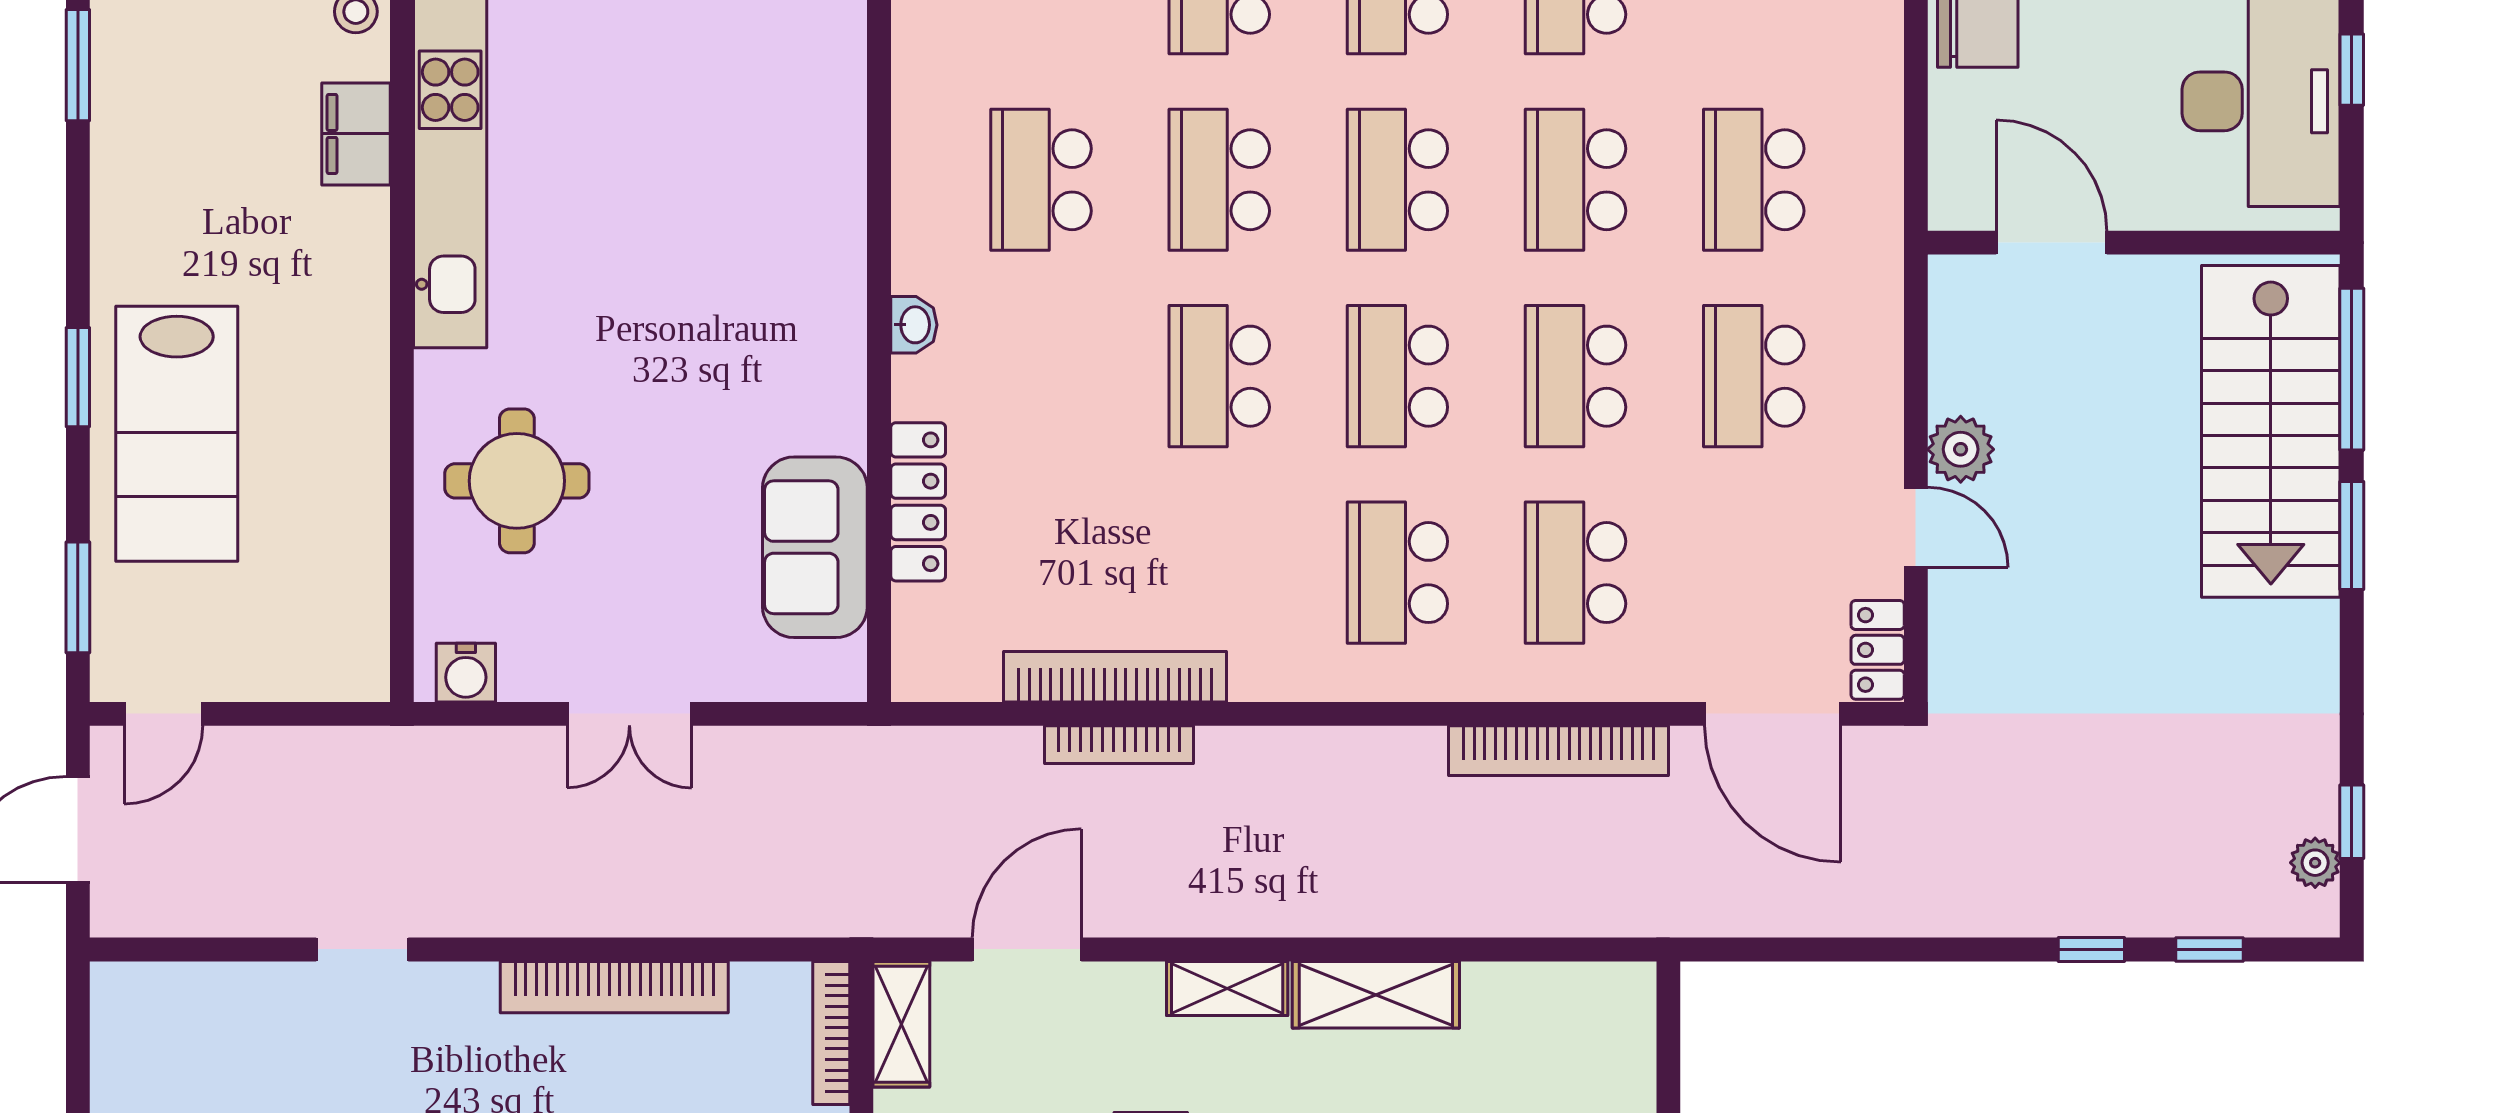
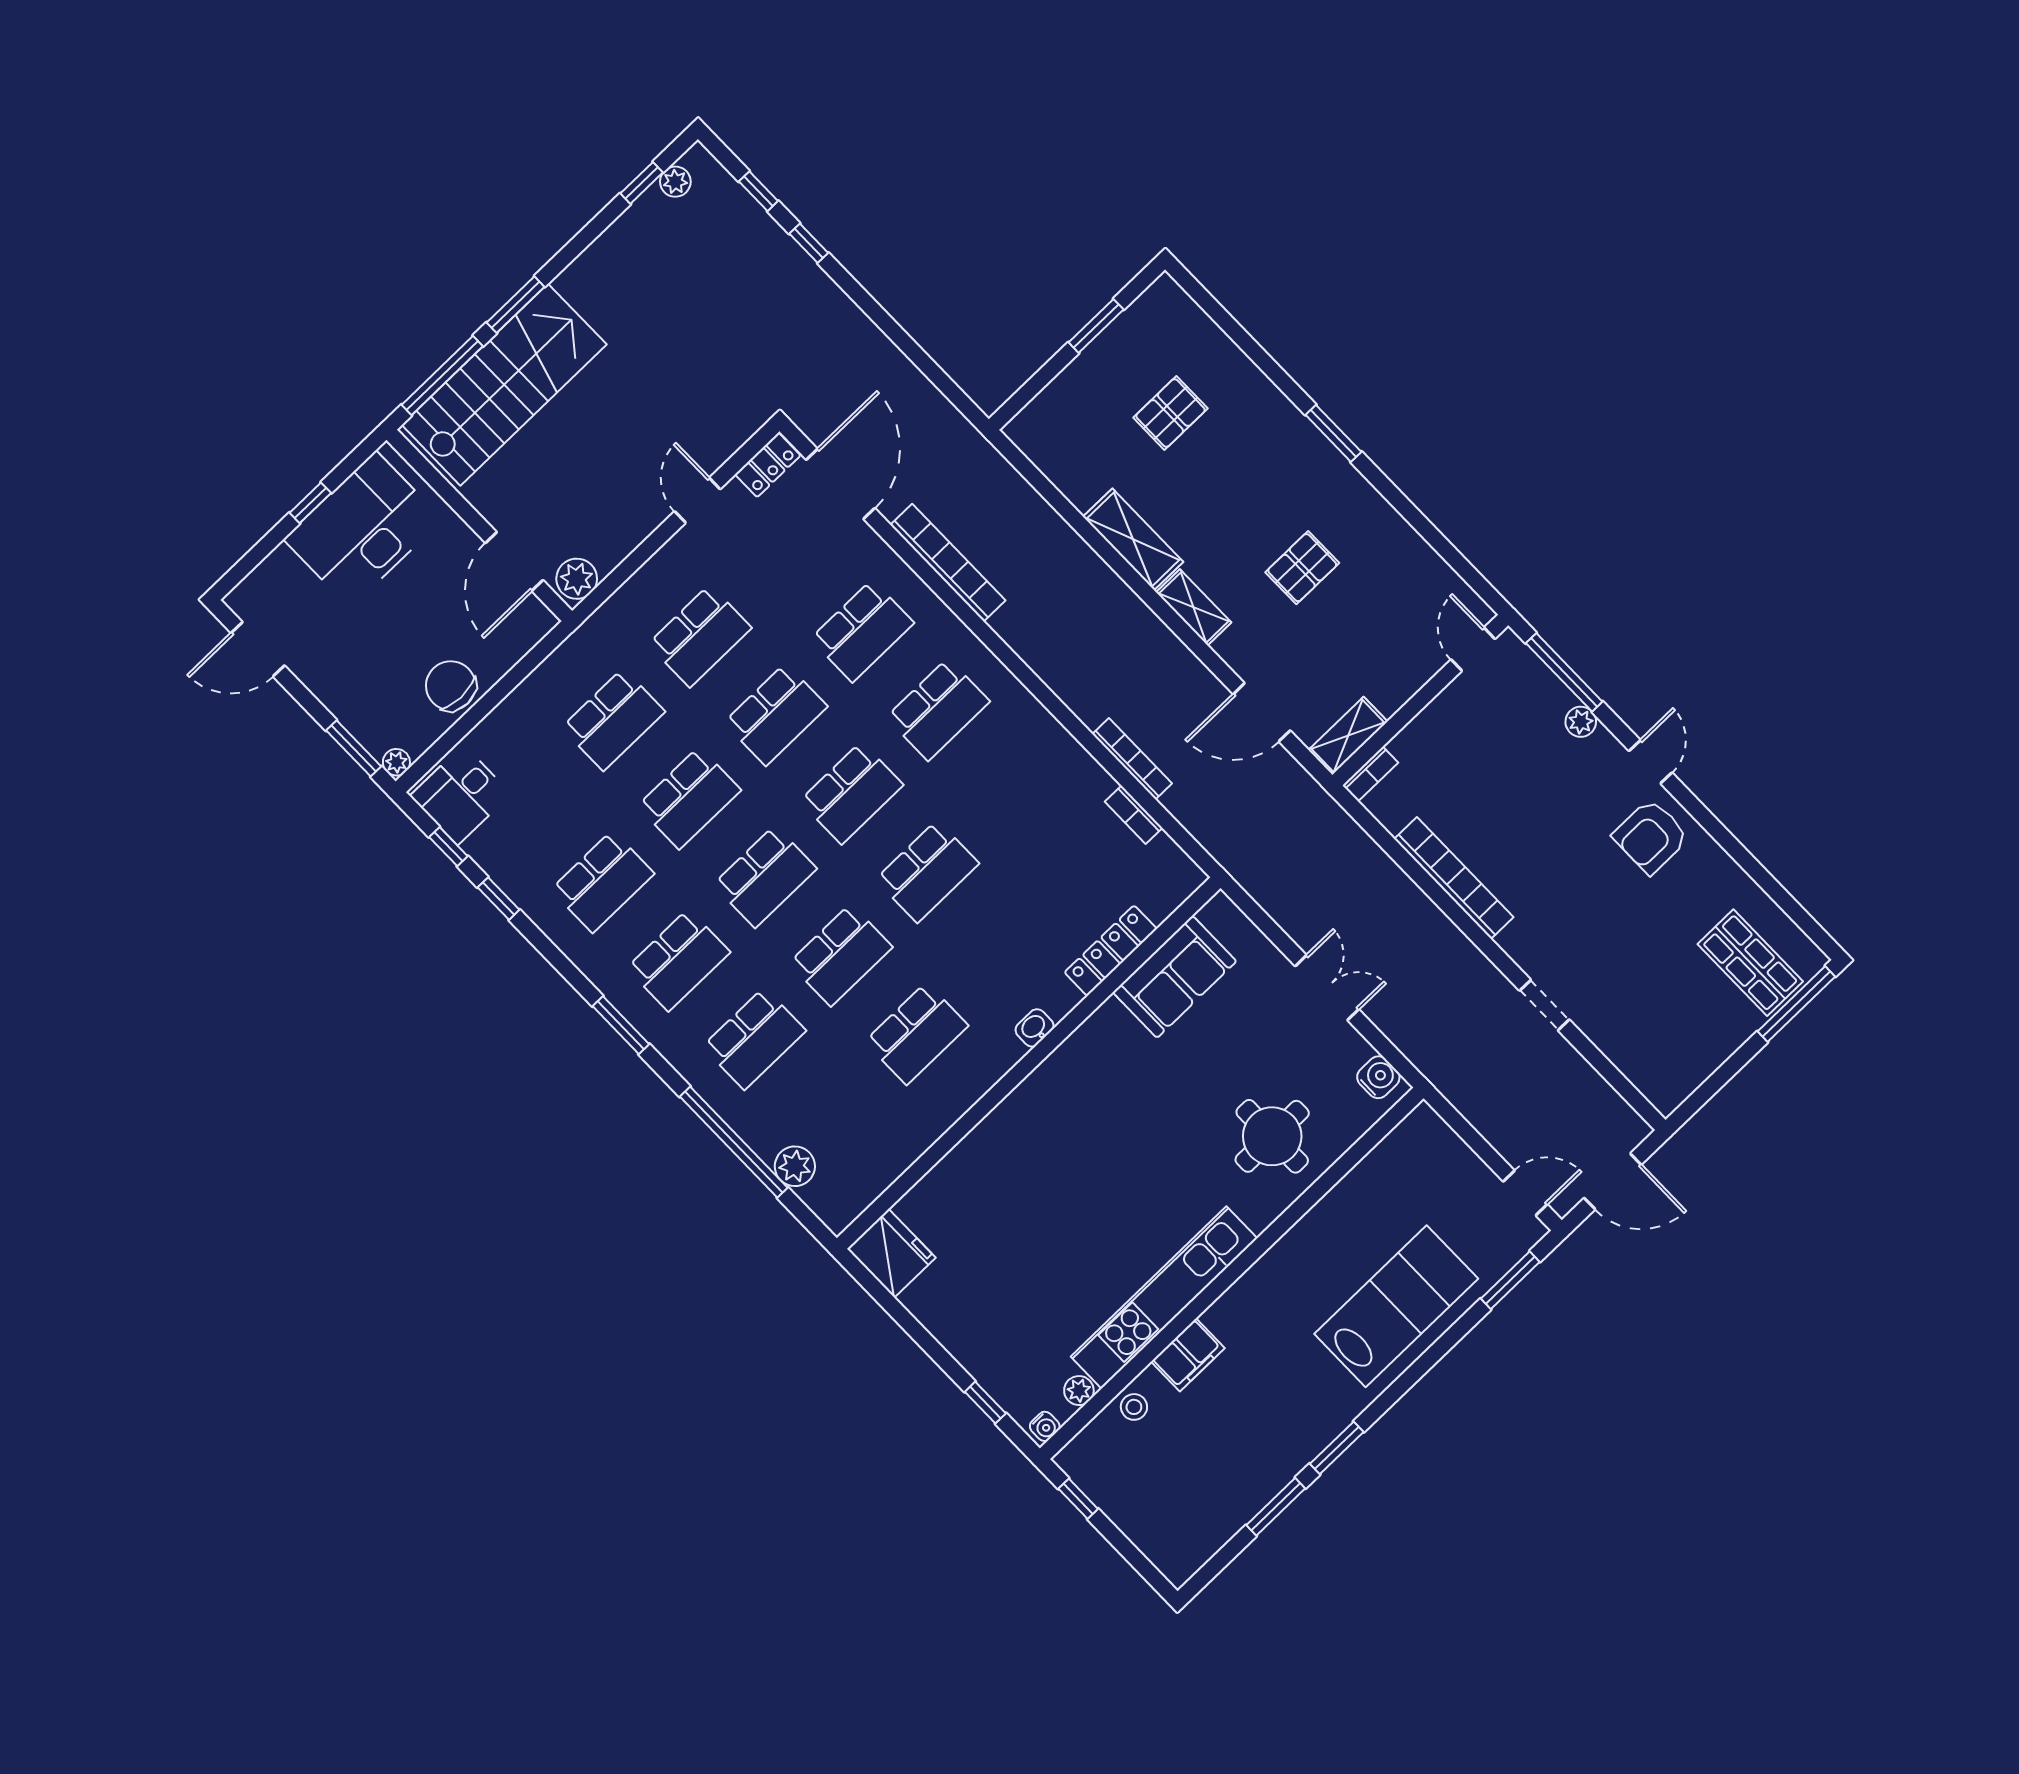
window: (78, 377) -> (1337, 1448), moved
plant: (1961, 449) -> (577, 579), moved
bookcase: (1115, 677) -> (1134, 815), width x0.43, depth x0.76
bookcase: (831, 1033) -> (1370, 774), width x0.64

